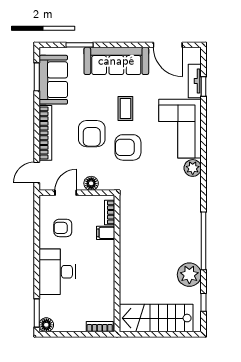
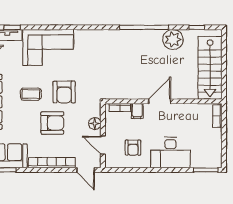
plant: (193, 168) -> (82, 37), removed
door: (117, 259) -> (160, 101), added
floor lamp: (46, 325) -> (216, 162), removed

